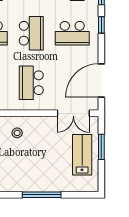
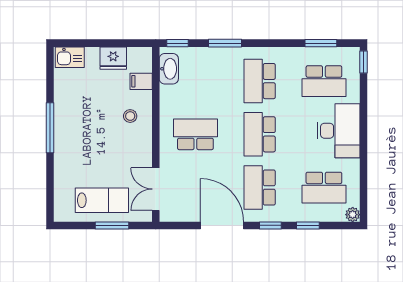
school desk: (31, 33) -> (260, 134), turned 90
door: (101, 80) -> (222, 225), moved
window: (42, 195) -> (50, 128), moved

